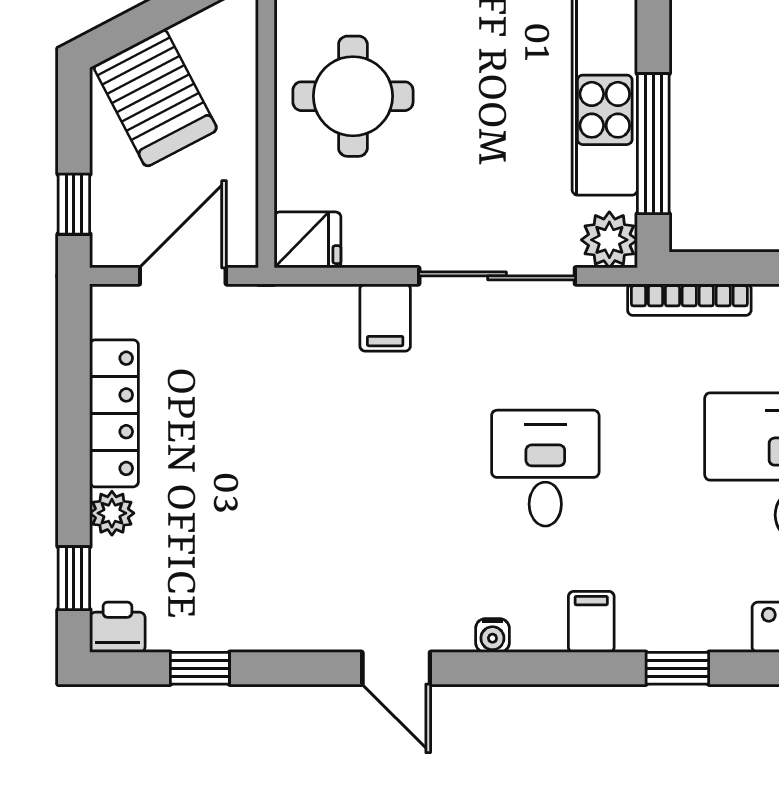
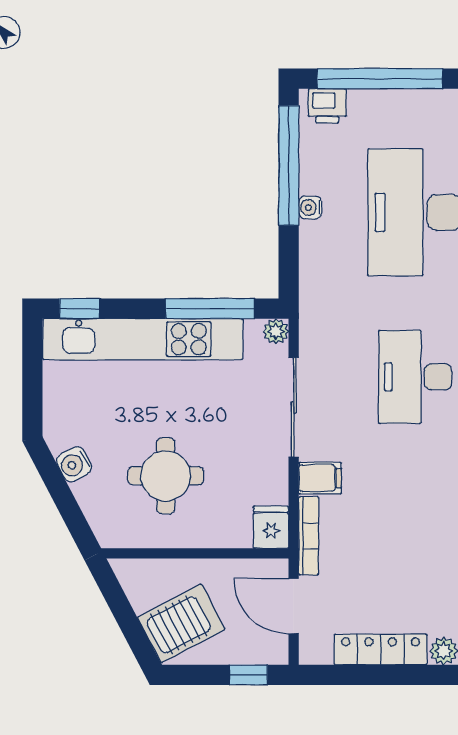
round table: (353, 96) -> (166, 476), moved
plant: (609, 240) -> (276, 331), width x0.73, depth x0.73
bookcase: (689, 300) -> (309, 536), moved
desk: (545, 468) -> (415, 377), width x1.37

